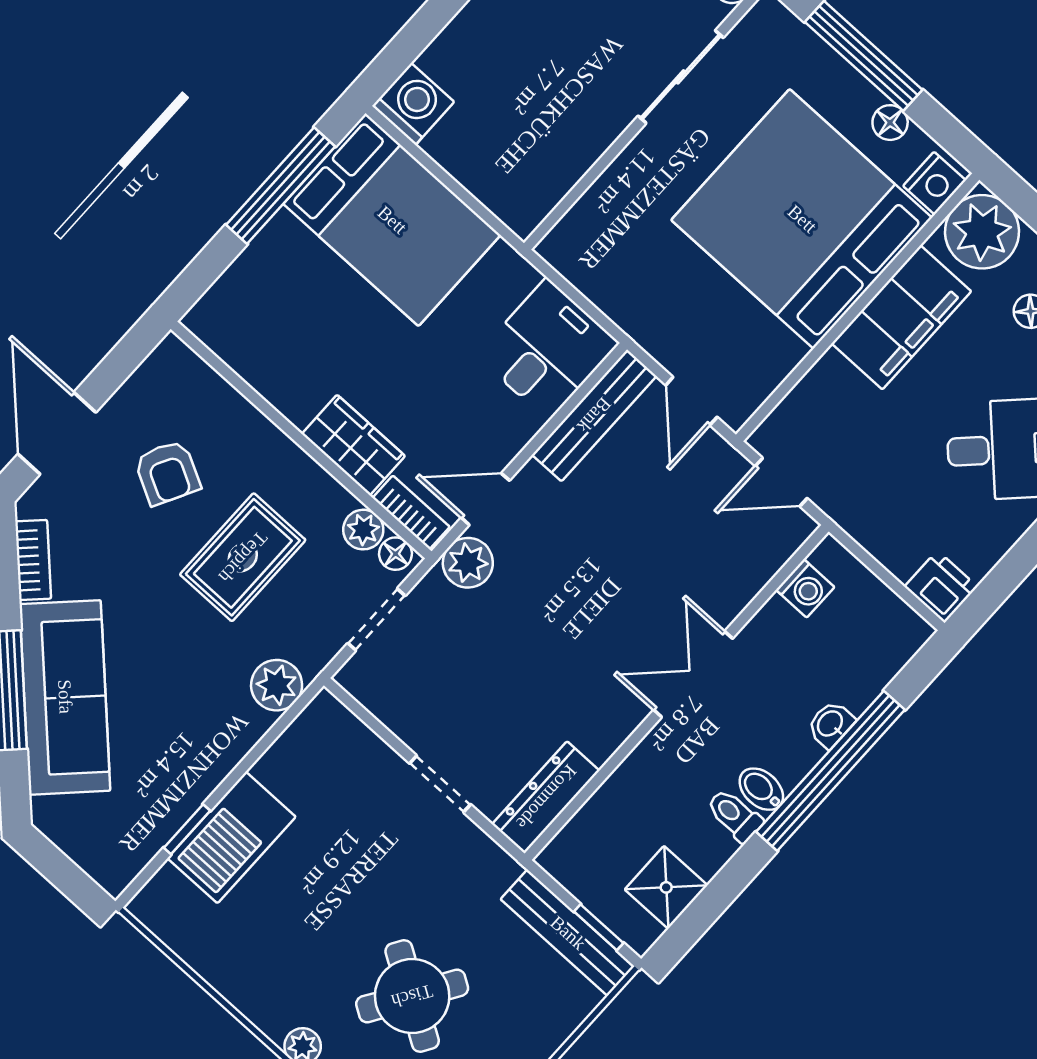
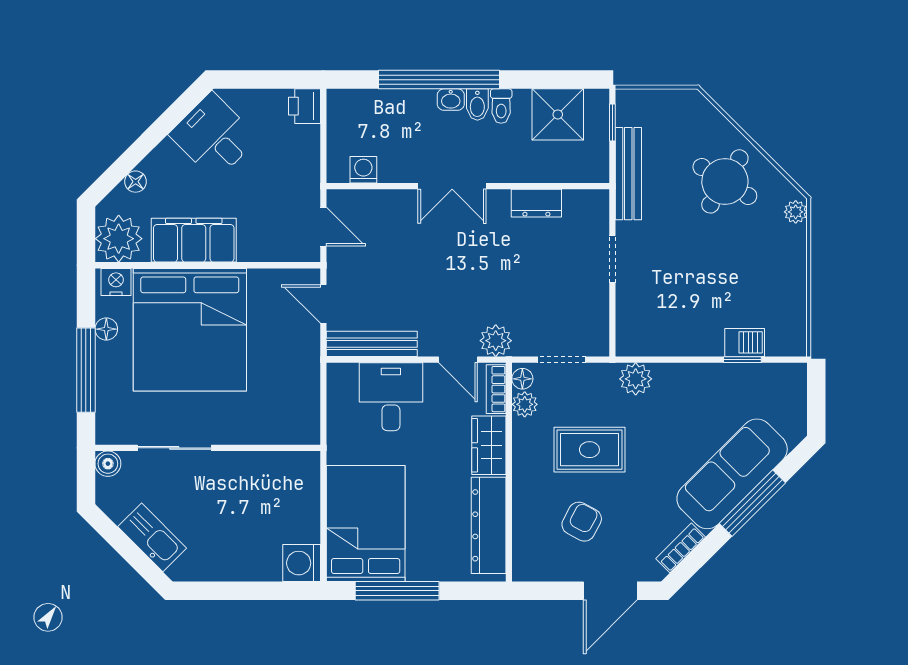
desk: (548, 349) -> (391, 397), moved, turned 90
dresser: (261, 361) -> (489, 525), added
door: (691, 401) -> (323, 304), swing flipped
washbasin: (831, 724) -> (451, 100), moved
dresser: (546, 797) -> (536, 203), moved, width x0.70
barbecue: (232, 837) -> (745, 342), width x0.53, depth x0.65
shower: (666, 887) -> (558, 114), width x1.36, depth x1.36
bench: (568, 933) -> (628, 174), moved

